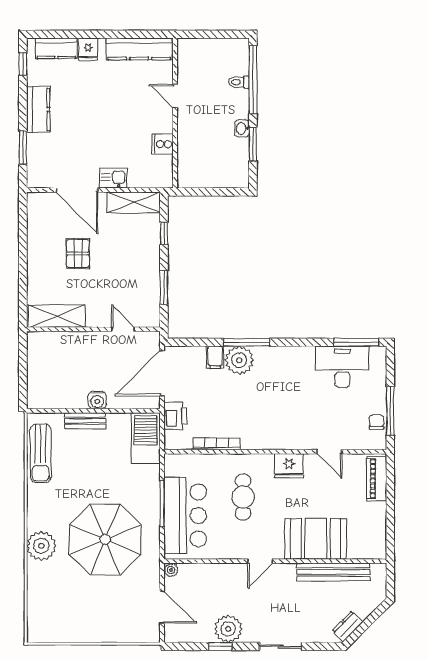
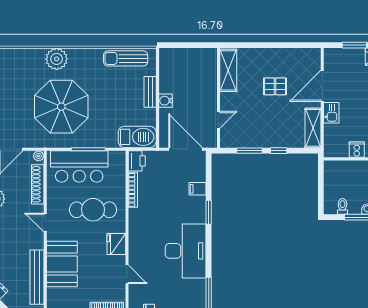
toilet: (239, 163) -> (342, 206), added
window: (164, 233) -> (279, 151), moved
window: (247, 342) -> (209, 212), width x0.69
plant: (239, 360) -> (195, 207), removed
desk: (342, 367) -> (186, 251), moved, width x1.36, depth x1.30
printer: (175, 416) -> (137, 161), moved, turned -90
door: (329, 452) -> (127, 274), swing flipped
cafe table: (243, 497) -> (93, 210), width x1.37, depth x1.35
shoe rack: (209, 571) -> (38, 184), added

